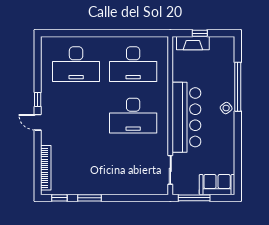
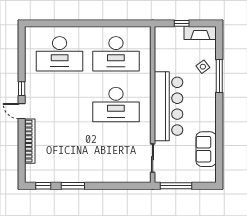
fireplace: (193, 43) -> (200, 33), moved
window: (238, 87) -> (219, 76), width x0.68
side table: (226, 108) -> (203, 67), moved
bookcase: (46, 168) -> (30, 141), moved
sofa: (217, 185) -> (206, 149), moved, turned -90

